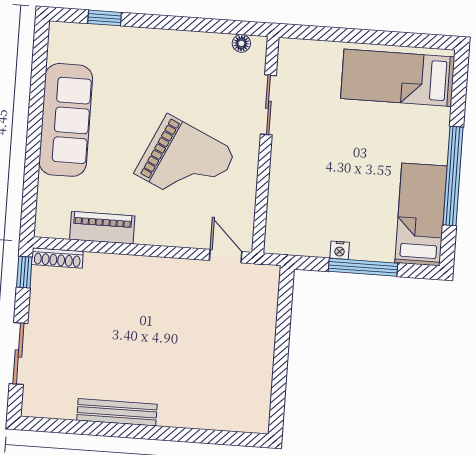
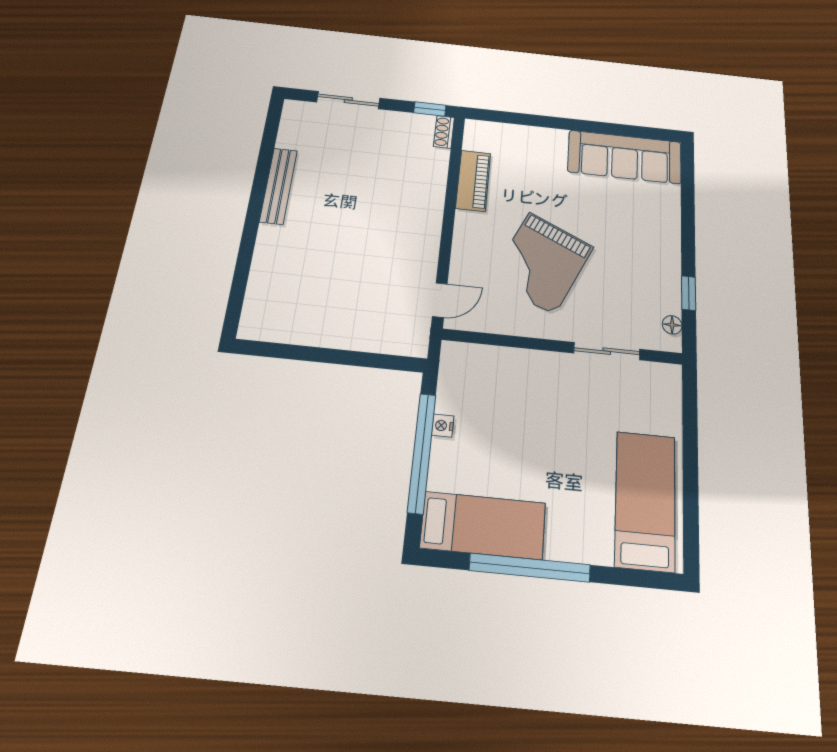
window: (105, 18) -> (689, 293), moved
sofa: (66, 120) -> (625, 157), moved
shoe rack: (57, 258) -> (444, 132), width x0.70
window: (363, 267) -> (422, 453), width x1.46

